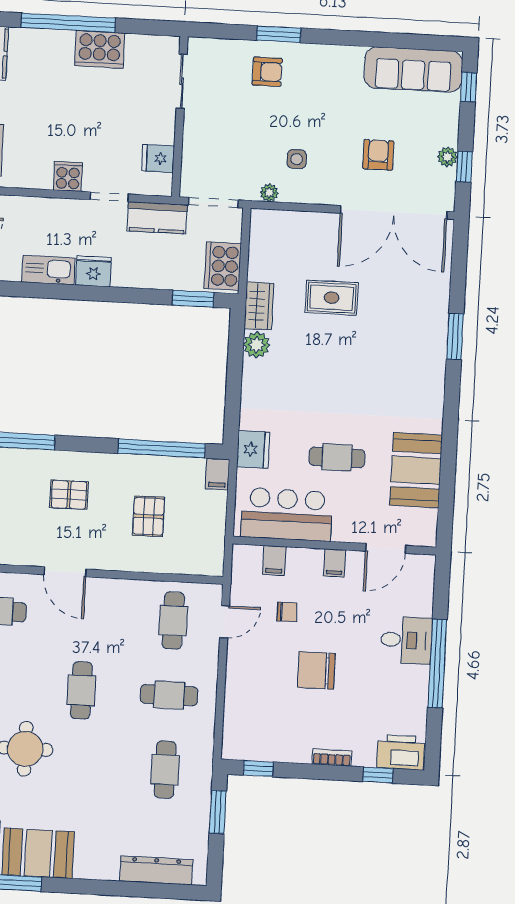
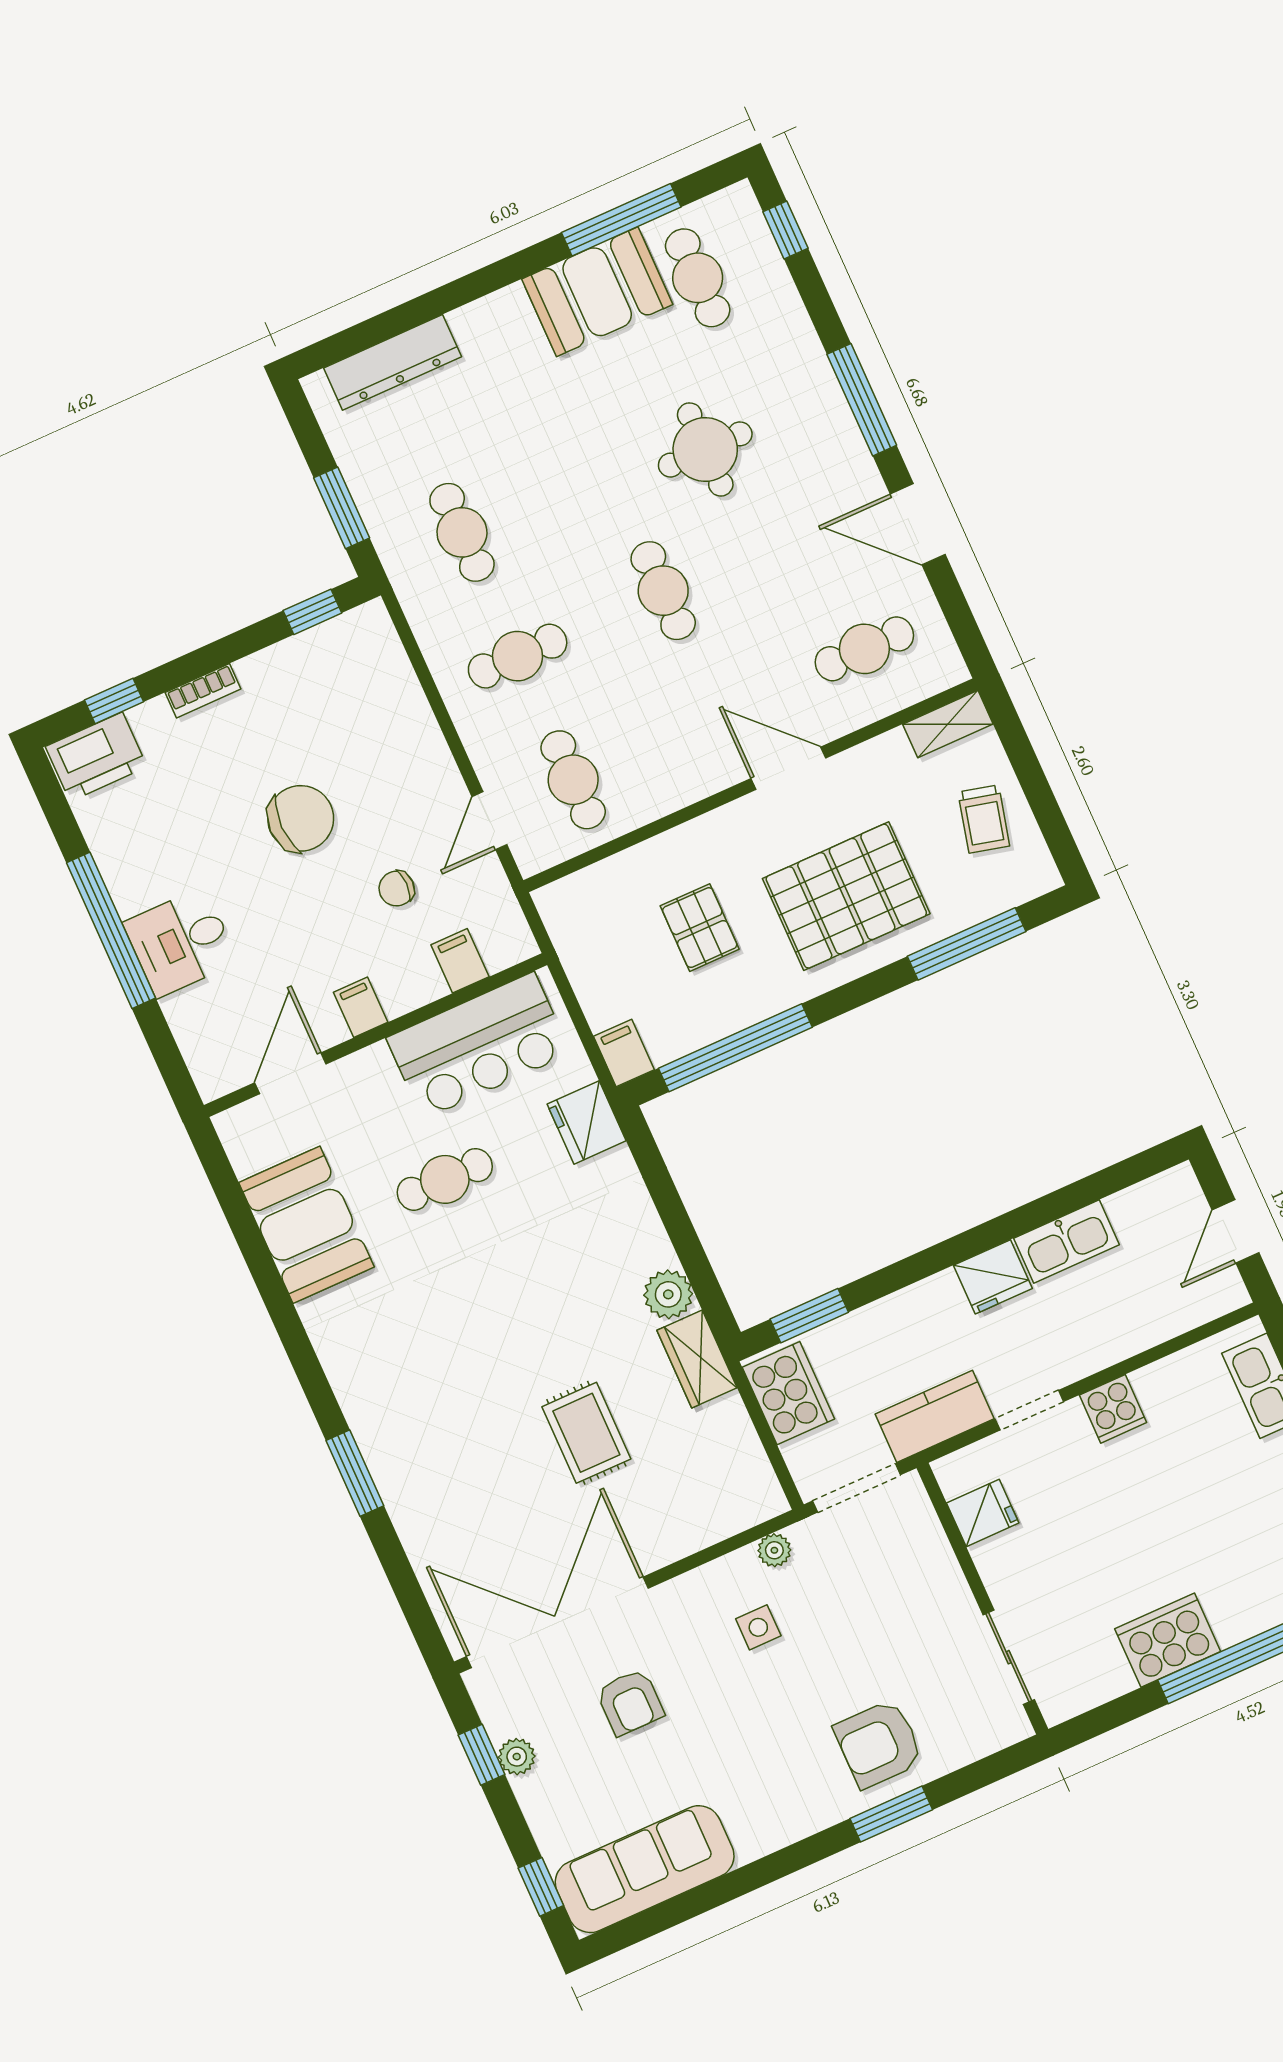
armchair: (267, 72) -> (879, 1744), width x1.38, depth x1.38
rug: (332, 298) -> (586, 1433), turned 90
pallet: (69, 495) -> (846, 896), width x2.05, depth x2.00

